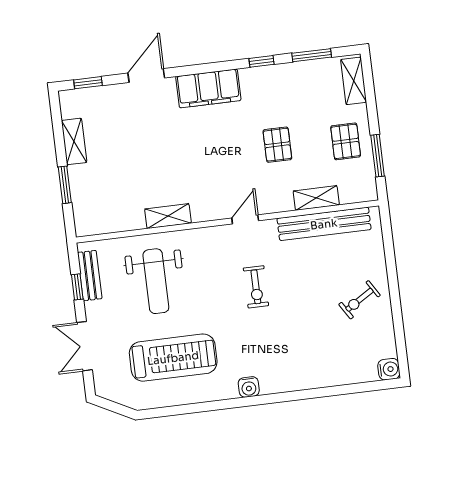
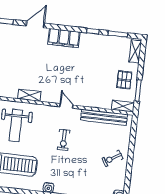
pallet: (277, 145) -> (91, 73), removed
shelving: (316, 198) -> (123, 106), moved
door: (245, 219) -> (66, 106), hinge flipped

